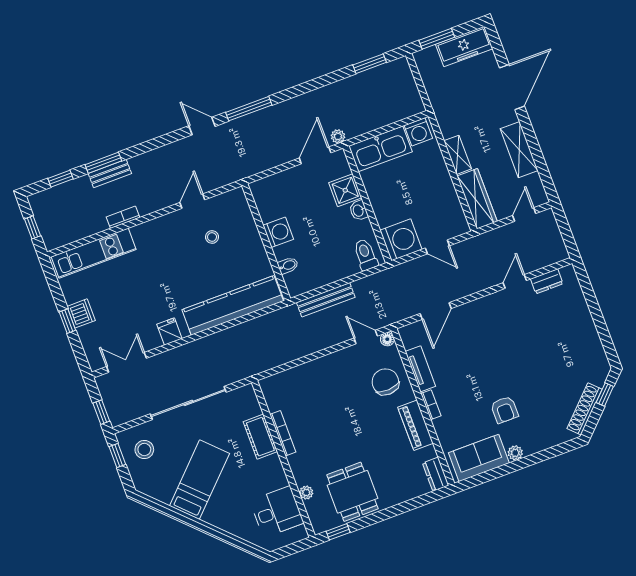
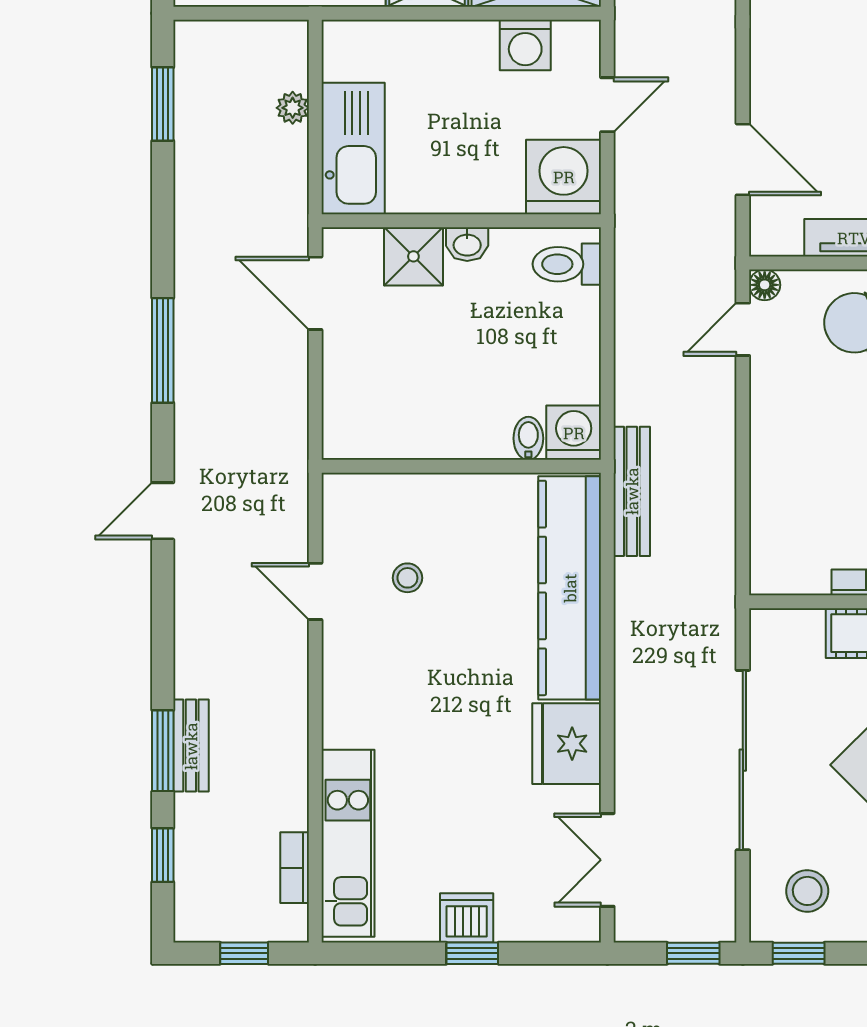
window: (249, 109) -> (163, 350), moved
washing machine: (418, 132) -> (525, 45), moved, turned 90
plant: (338, 136) -> (293, 108), moved
bookcase: (123, 217) -> (295, 868), moved
washing machine: (278, 232) -> (574, 433), moved
bench: (326, 300) -> (632, 491), moved
fridge: (169, 331) -> (567, 744), width x1.88, depth x1.34

